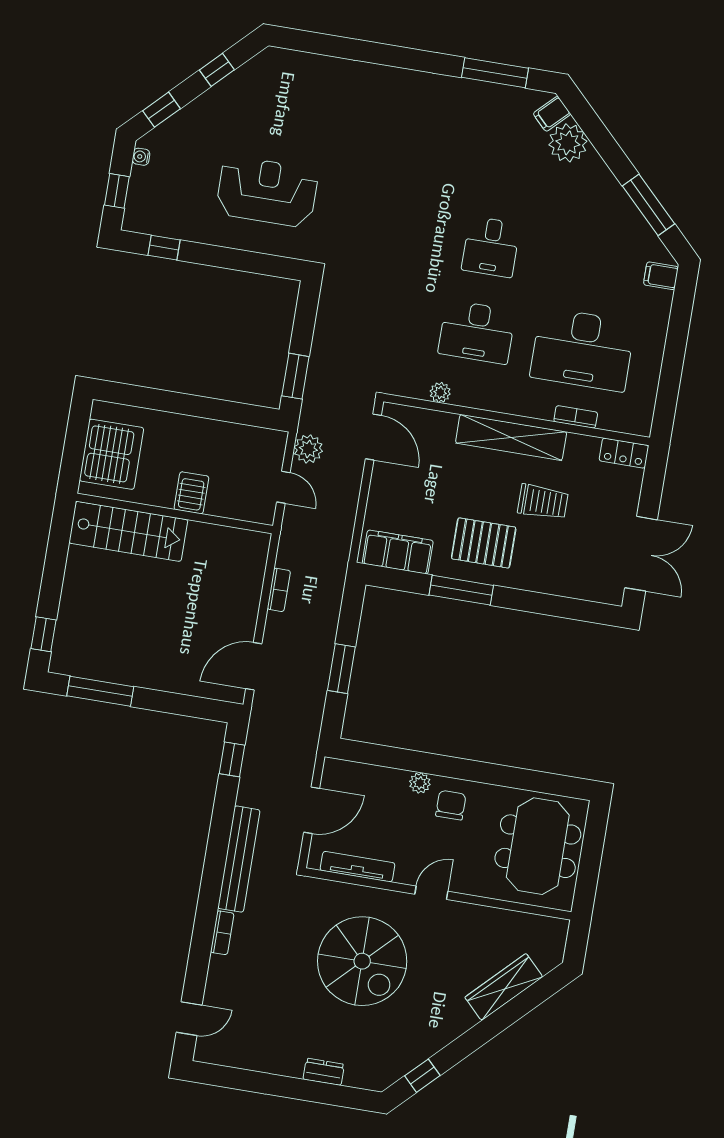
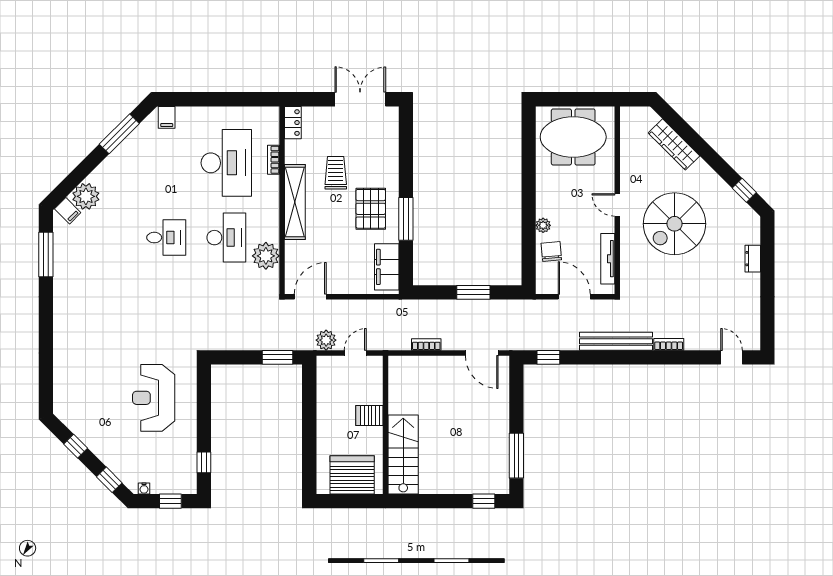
plant: (440, 392) -> (266, 256), width x1.88, depth x1.88
chair: (451, 805) -> (551, 252), moved, turned 85
spiral stairs: (362, 961) -> (675, 224), moved, turned 180

